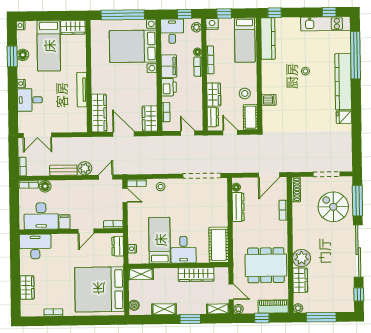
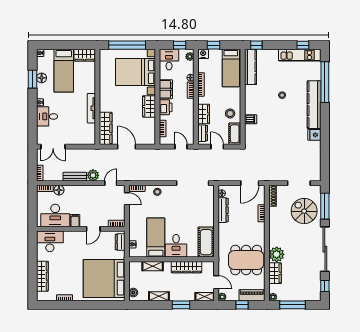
wardrobe: (150, 119) -> (149, 106), moved
shelving: (141, 274) -> (153, 266), moved
wardrobe: (27, 288) -> (42, 276), width x1.50

